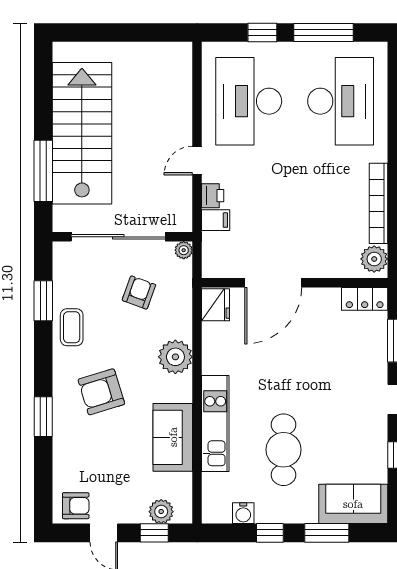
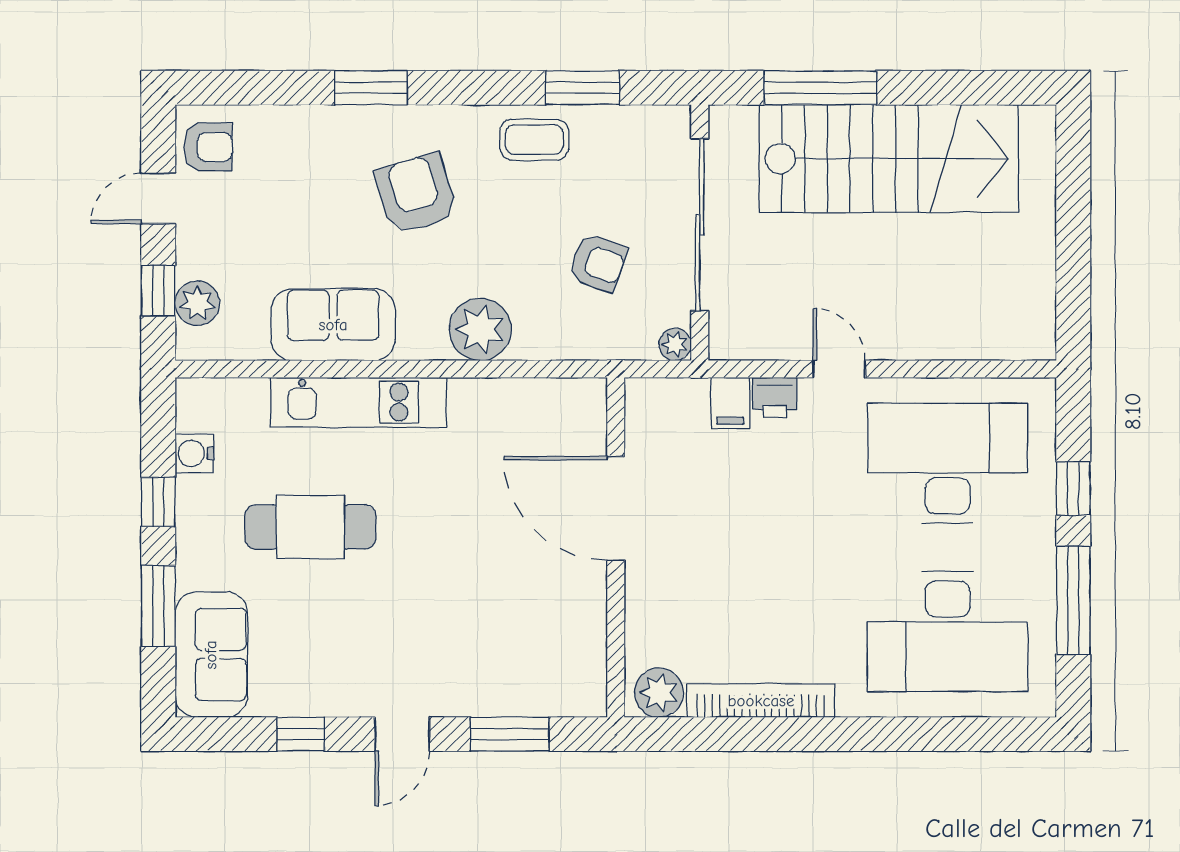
locker: (365, 299) -> (586, 675), removed
fridge: (216, 305) -> (575, 403), removed
armchair: (76, 506) -> (208, 147), turned -90

